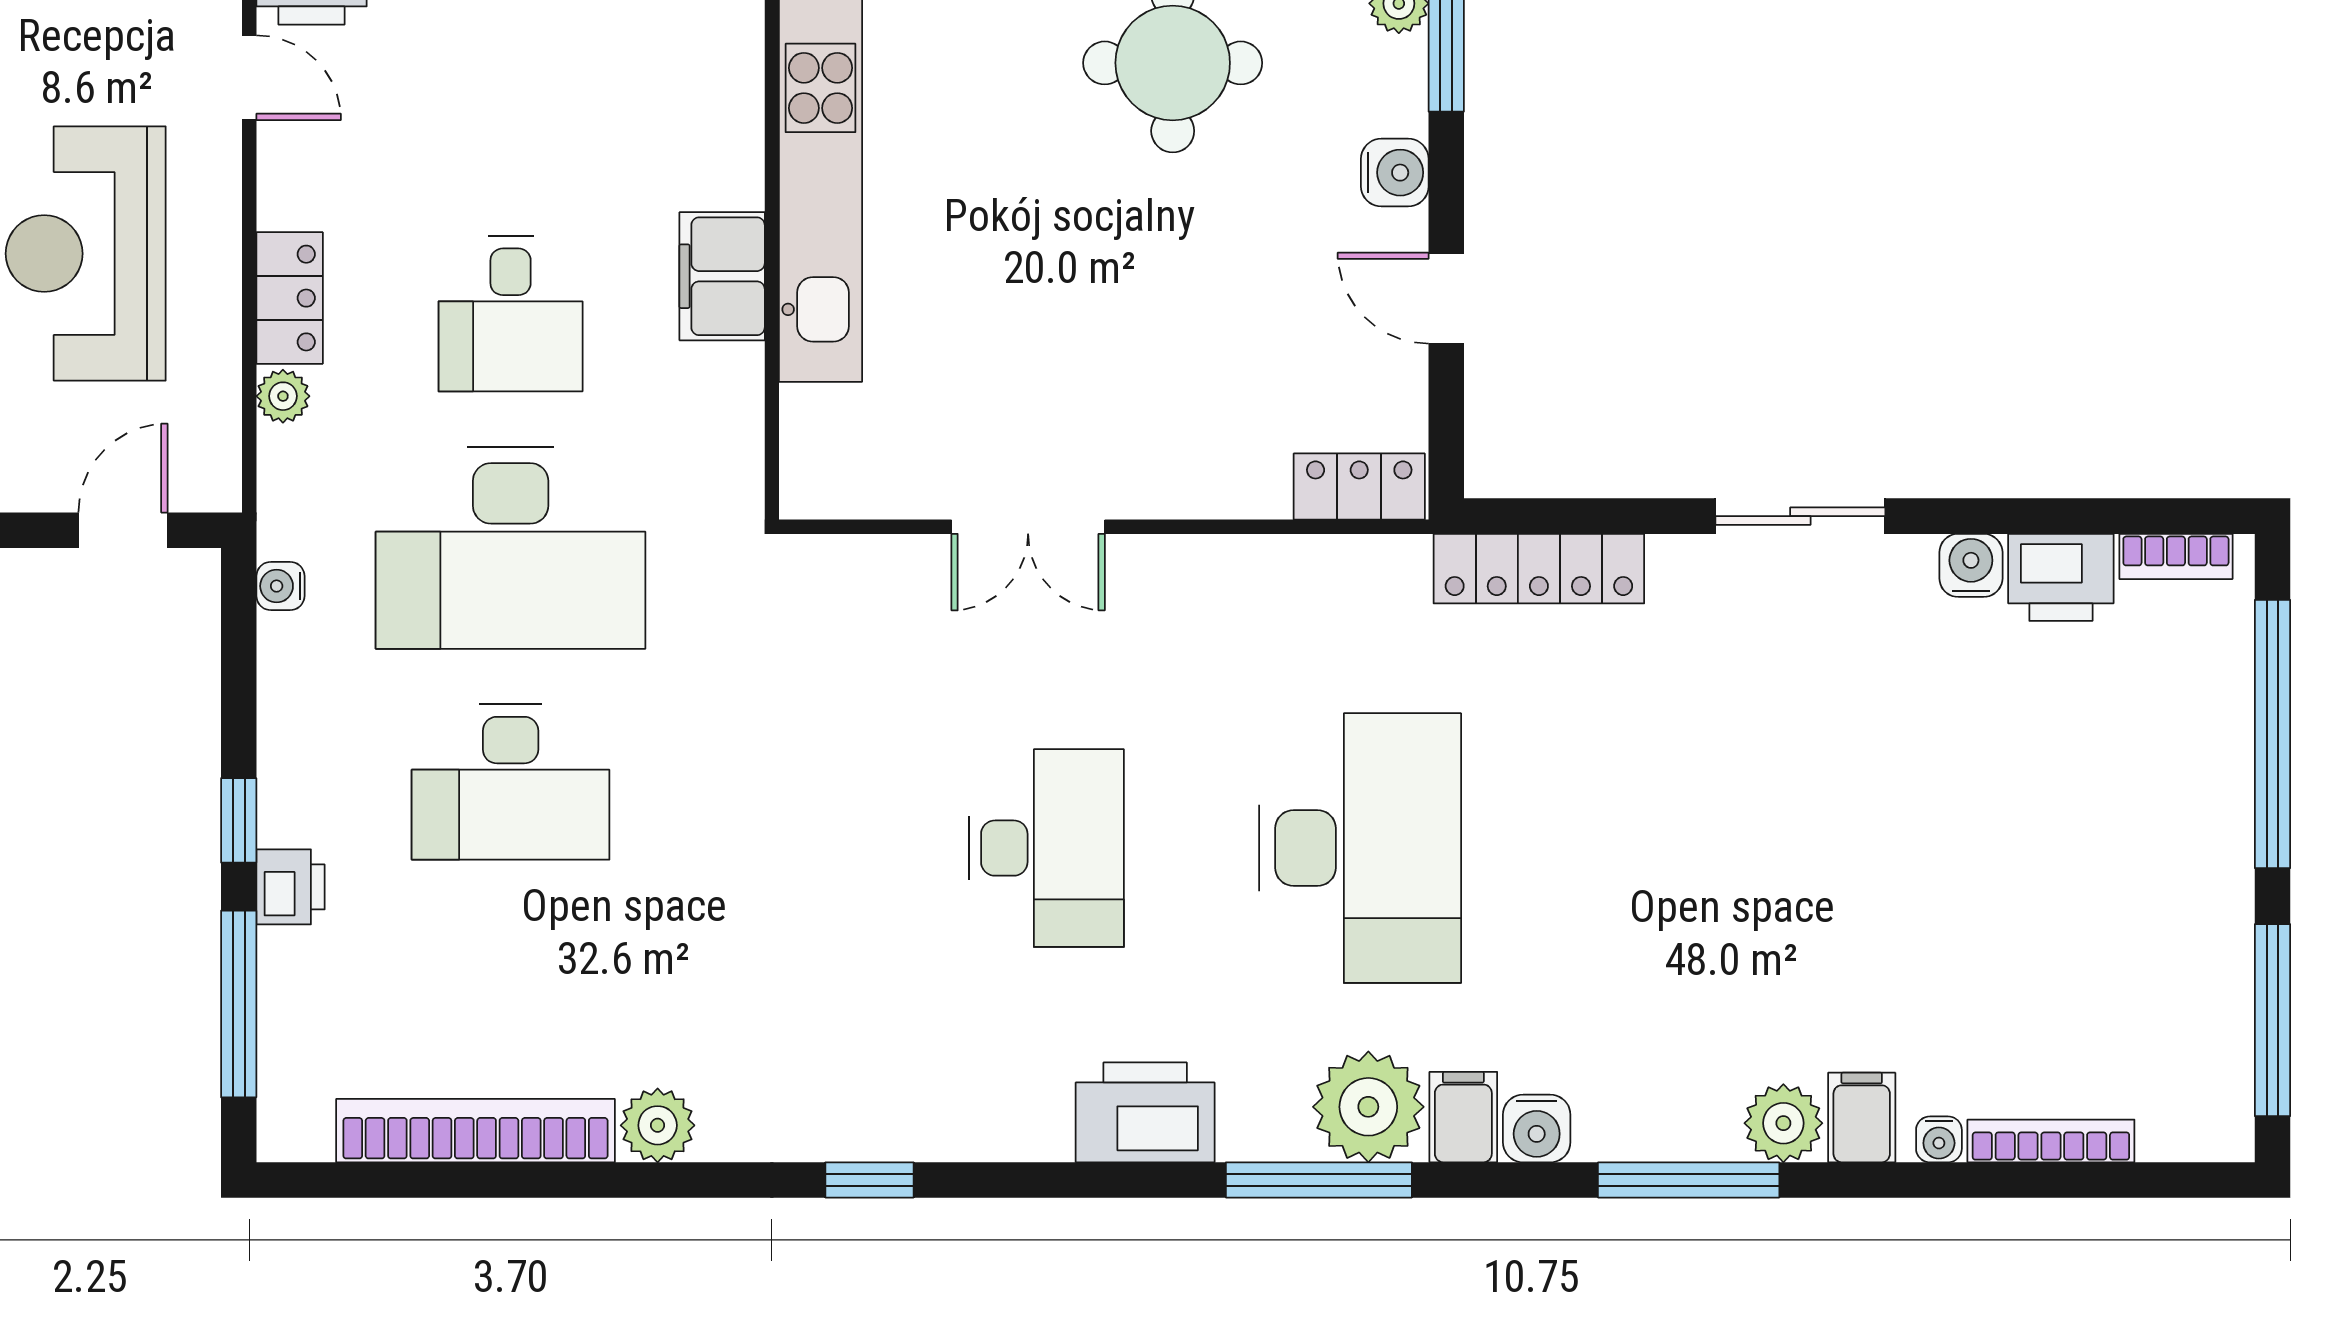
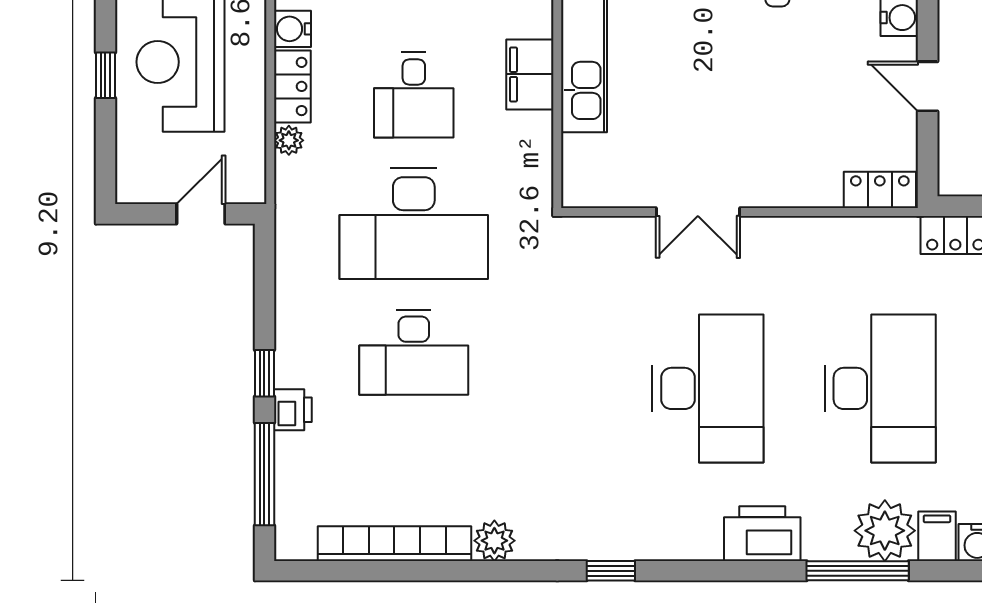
water cooler: (280, 586) -> (292, 29), moved, width x1.38, depth x1.38
desk: (1046, 848) -> (708, 388), width x1.36, depth x1.30

